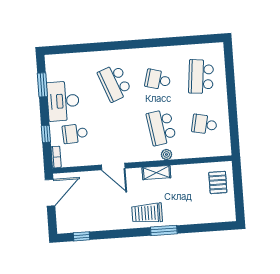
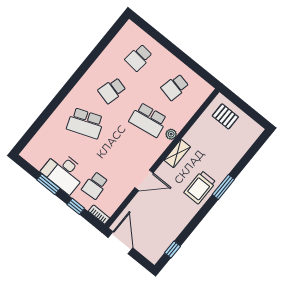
school desk: (201, 77) -> (139, 58), width x0.54
window: (42, 85) -> (48, 184), moved

